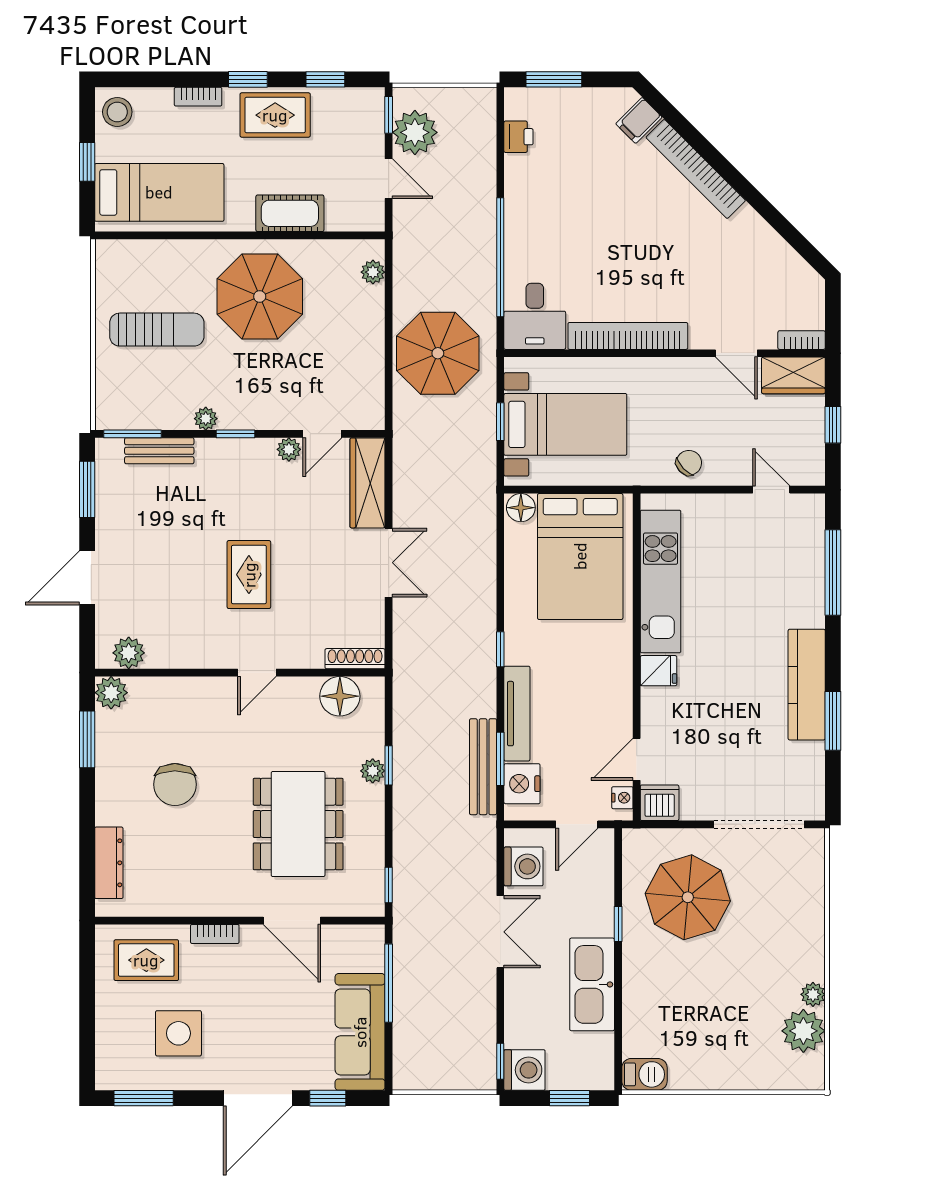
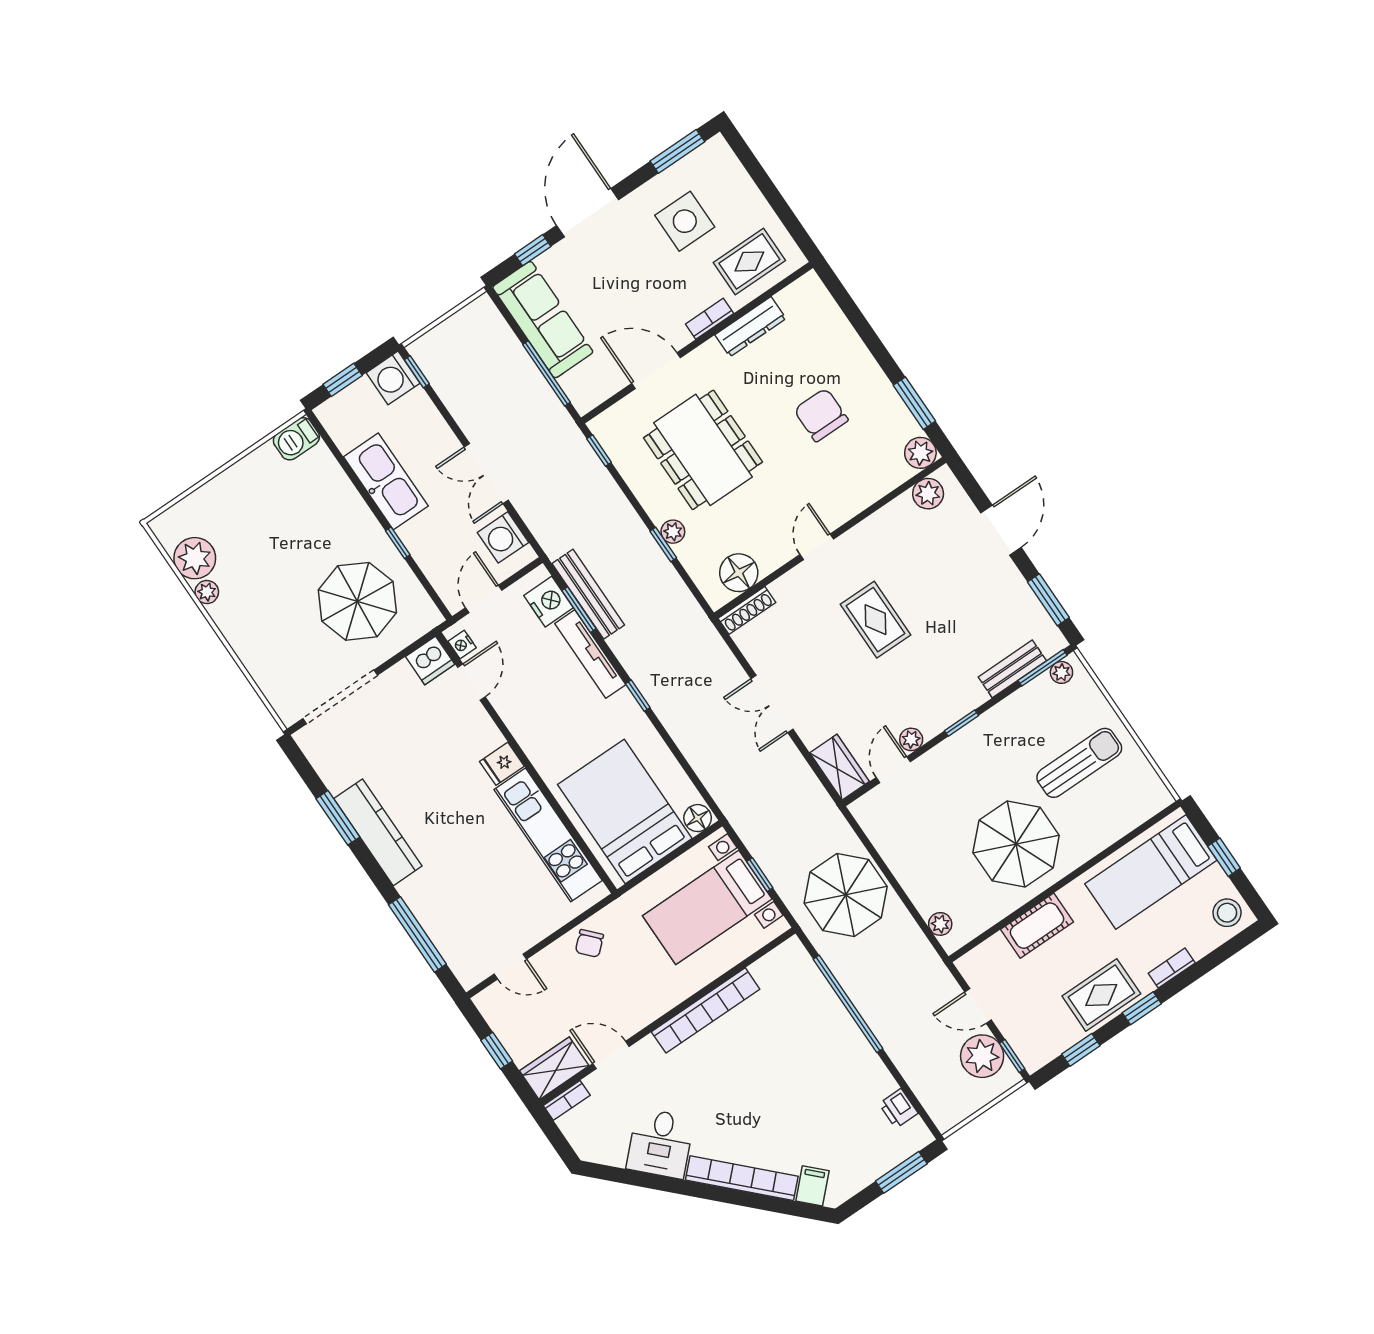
desk: (535, 316) -> (660, 1143), moved, turned -135
sun lounger: (157, 330) -> (1079, 763), turned 180
plant: (206, 419) -> (1061, 672), moved
wardrobe: (368, 483) -> (839, 767), width x0.67
dresser: (109, 863) -> (750, 327), moved, turned -90

